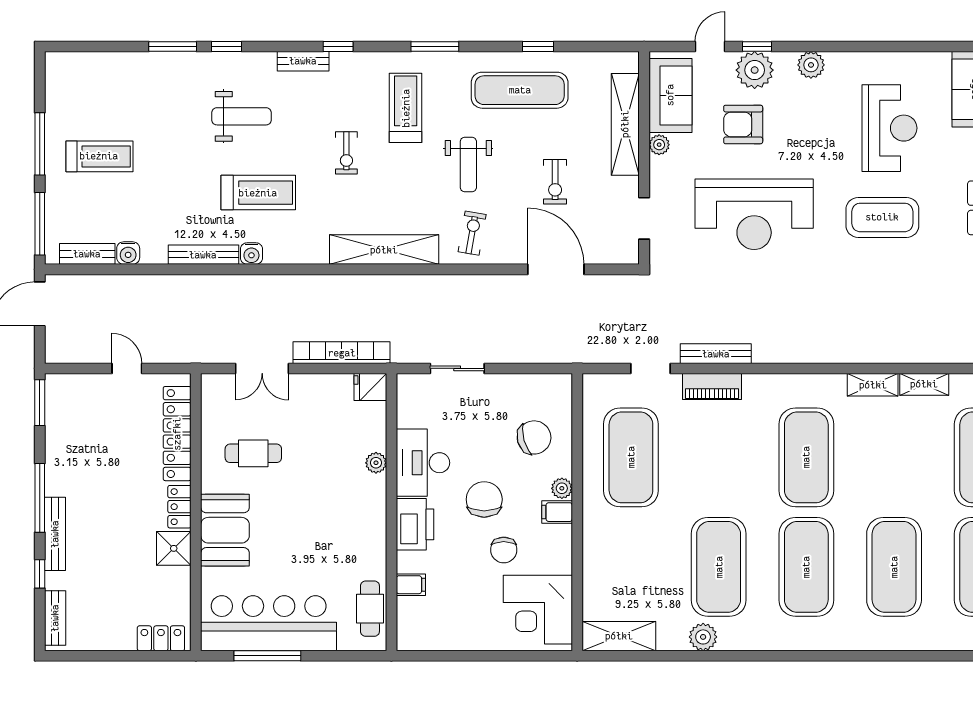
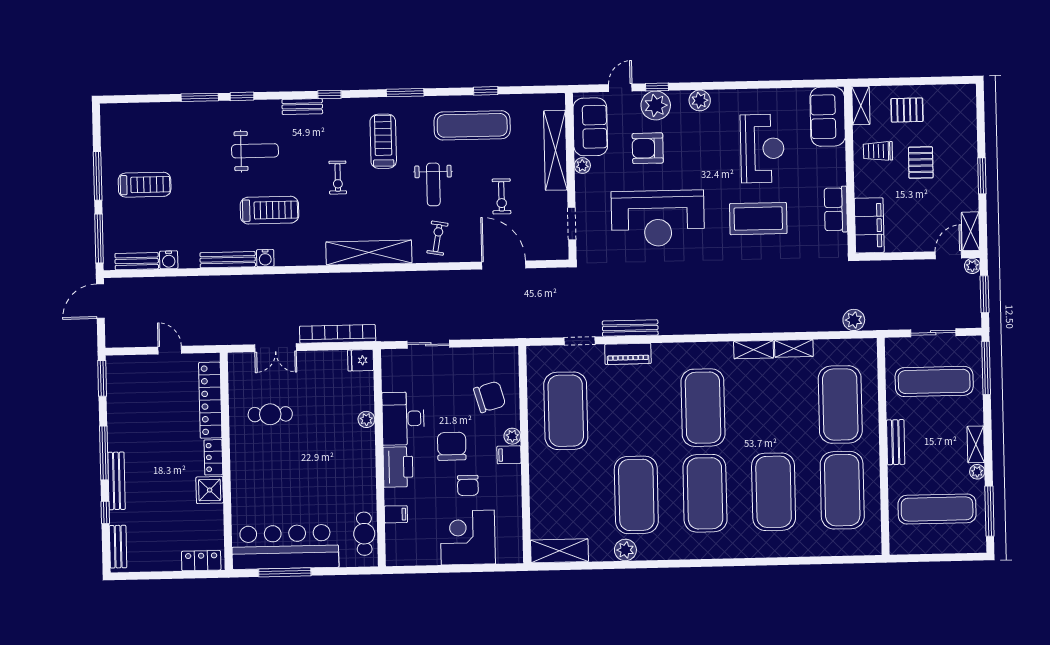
booth: (225, 530) -> (249, 475), removed
corner desk: (538, 610) -> (468, 537), moved, turned 90

